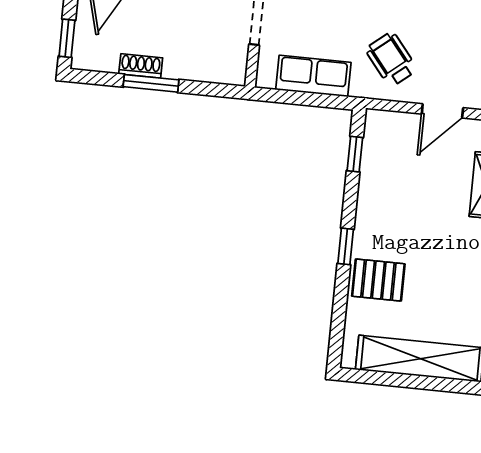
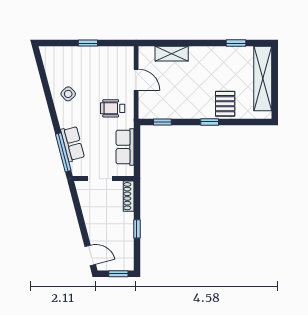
wheelchair: (391, 59) -> (113, 108), turned 39
shoe rack: (141, 66) -> (129, 196), moved, width x1.43
window: (151, 83) -> (137, 229), width x0.67

